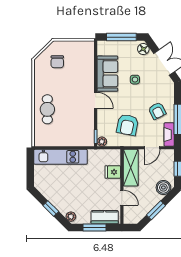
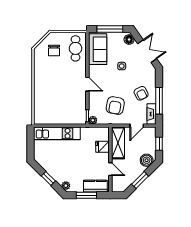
sofa: (107, 74) -> (98, 49), moved
cafe table: (47, 109) -> (76, 48), moved

